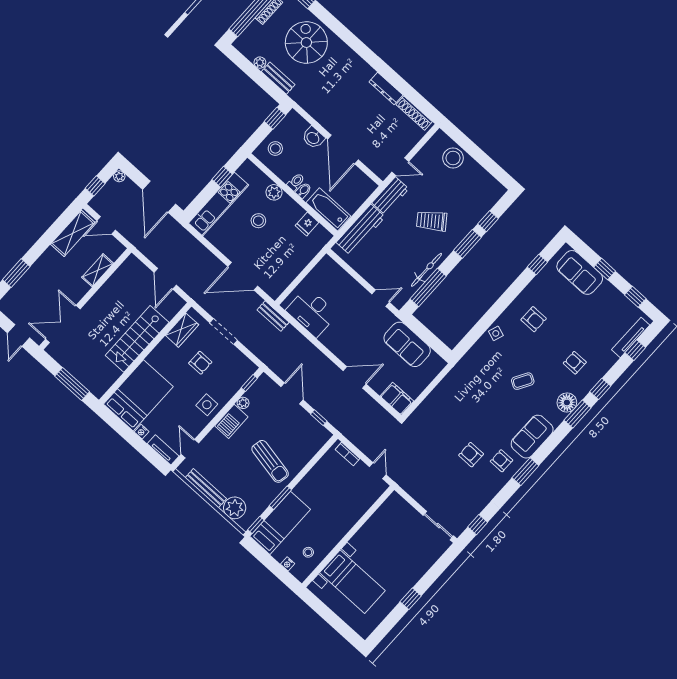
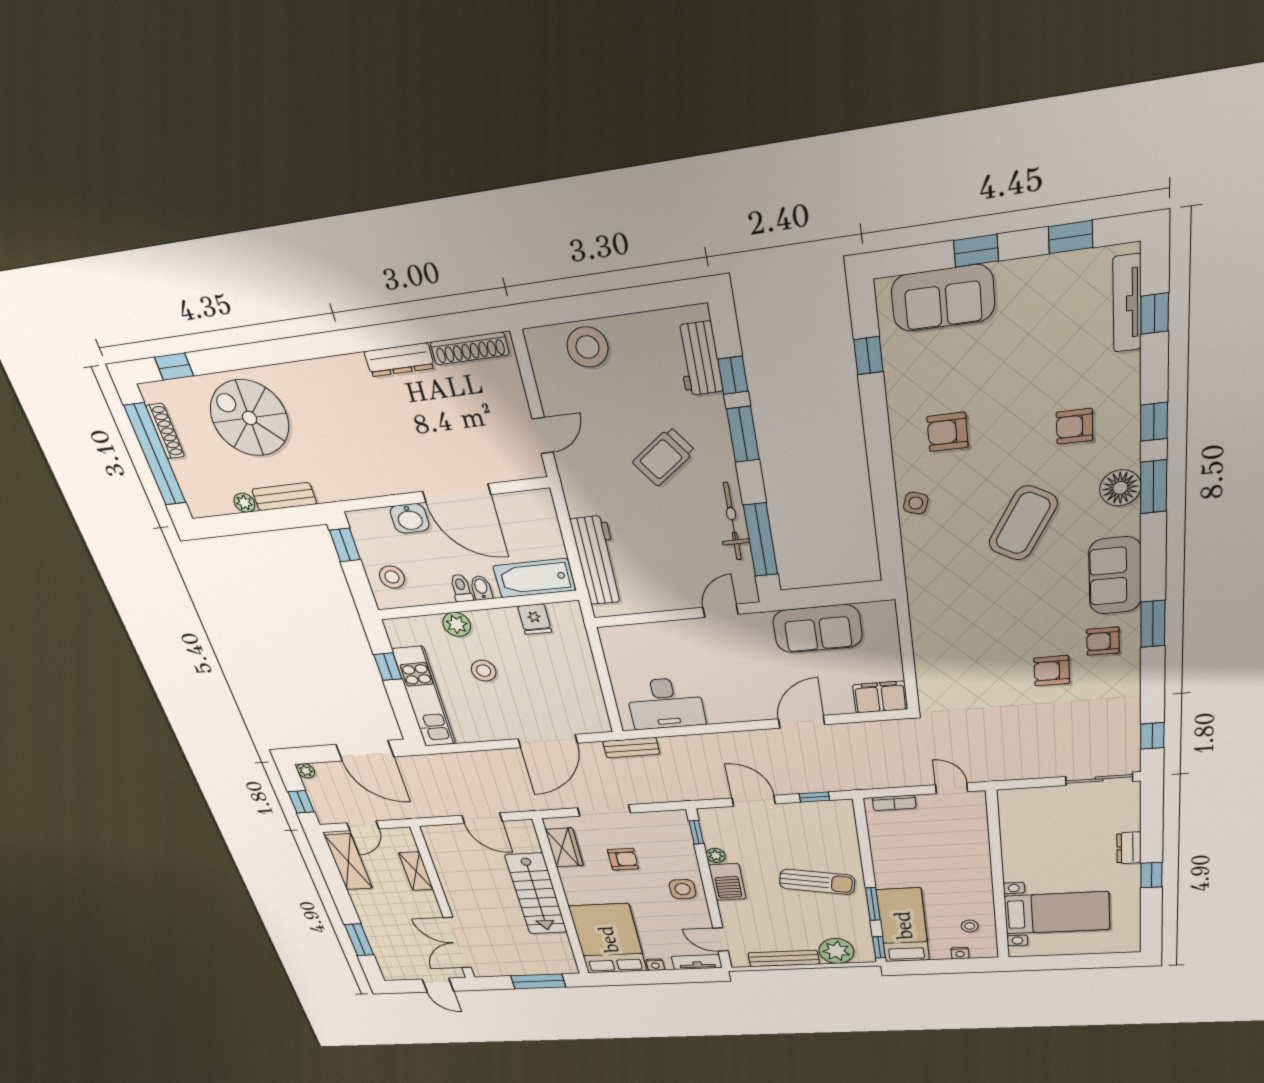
workbench: (390, 196) -> (699, 359), moved, turned 180
armchair: (534, 319) -> (948, 432), turned 180
coffee table: (523, 381) -> (1023, 523), width x1.86, depth x1.72
dresser: (416, 574) -> (1129, 848), added

